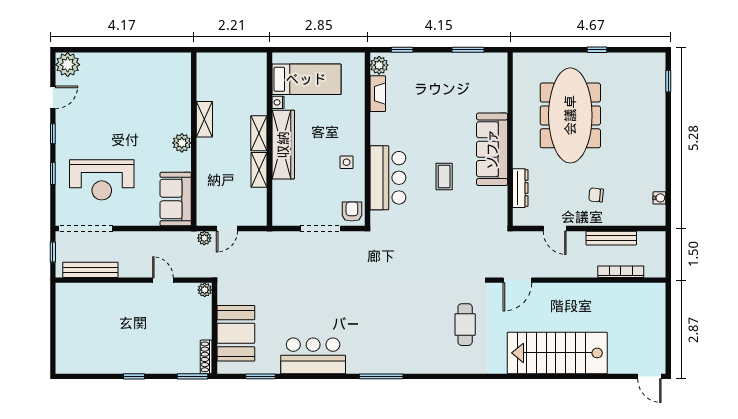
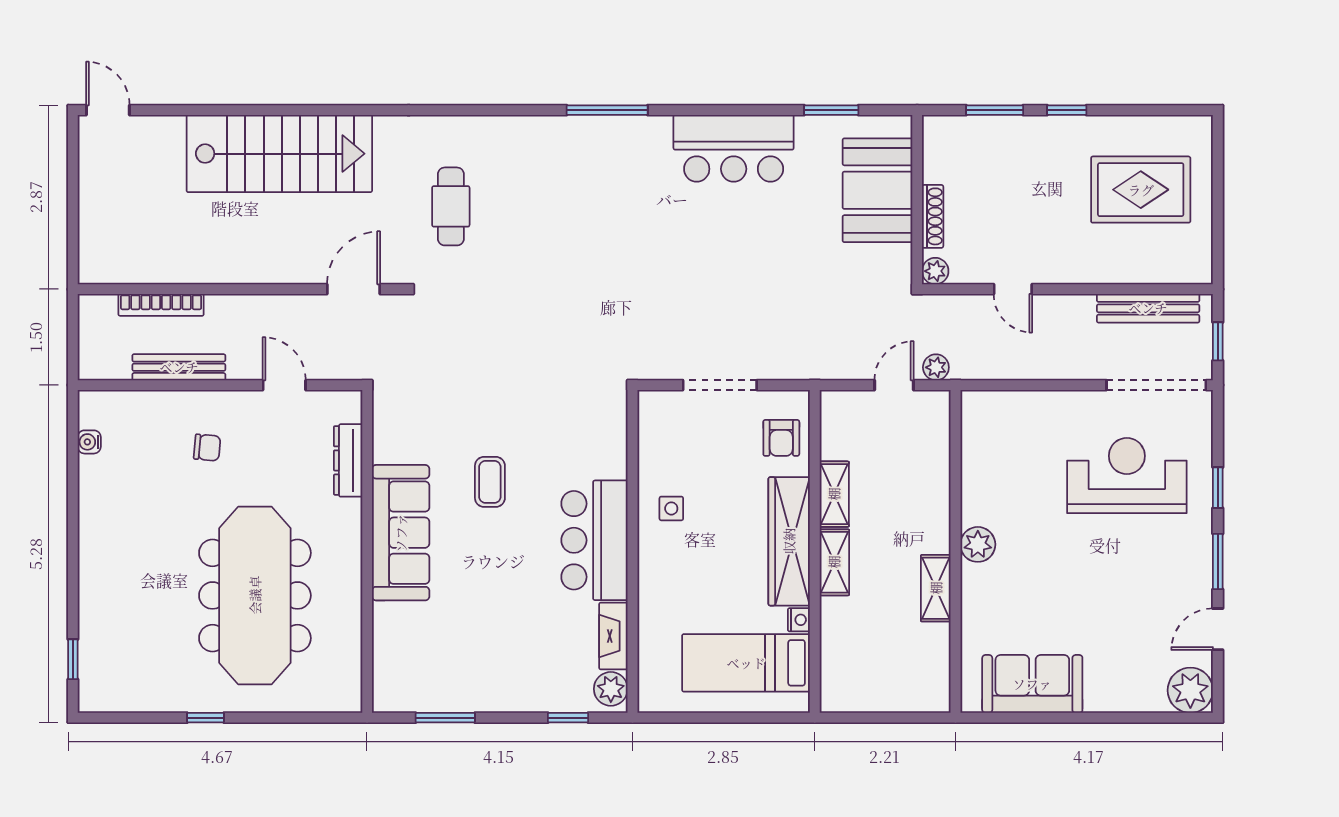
window: (53, 134) -> (1218, 561), width x1.50
bar counter: (388, 178) -> (594, 540), moved
sofa: (176, 199) -> (1032, 684), moved, turned -90
armchair: (352, 212) -> (781, 438), moved
rug: (94, 334) -> (1141, 190), added
shoe rack: (206, 357) -> (933, 216), moved
window: (192, 376) -> (995, 110), moved

